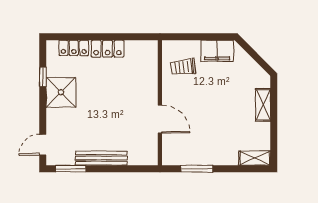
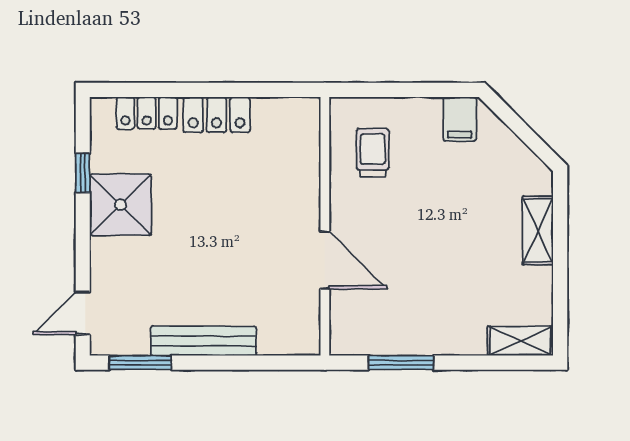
filing cabinet: (217, 51) -> (460, 119), width x0.50
trolley: (183, 67) -> (373, 153), turned 97

